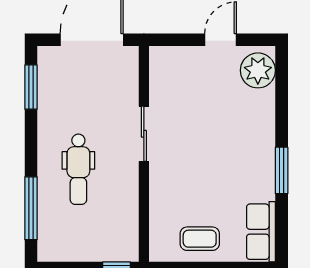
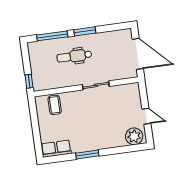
window: (31, 87) -> (85, 31), moved
coffee table: (200, 239) -> (55, 105), moved

